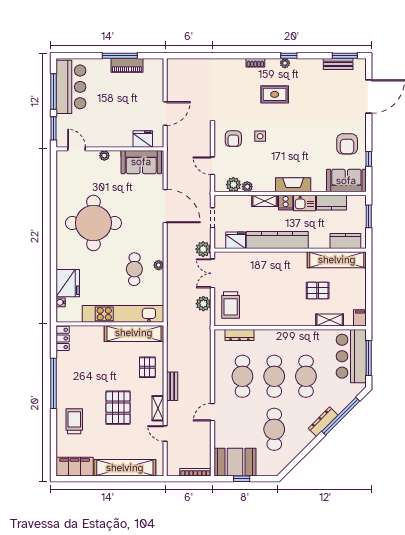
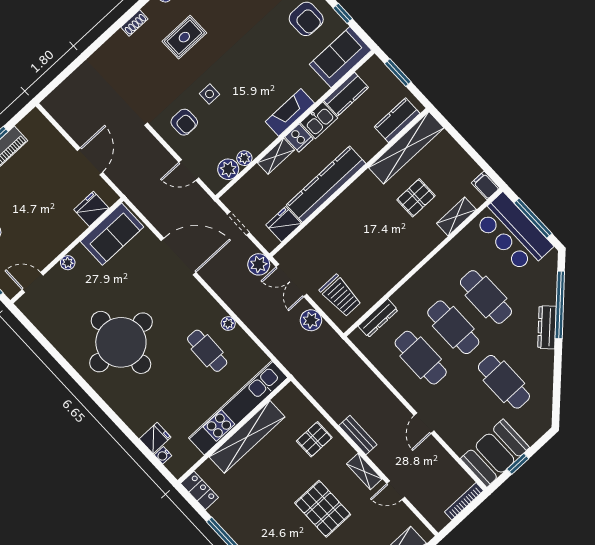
fridge: (68, 283) -> (155, 438), width x0.53, depth x0.75
shelving: (134, 333) -> (247, 437), moved
pallet: (147, 367) -> (314, 439), turned 90

